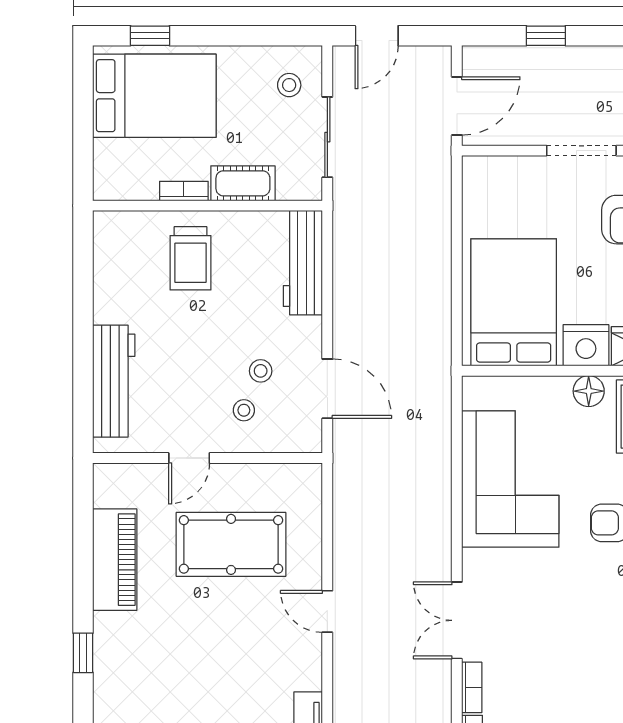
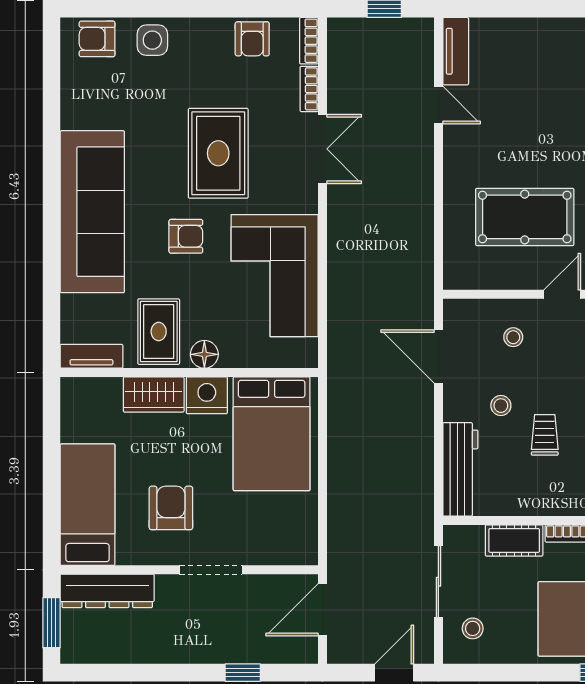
trolley: (191, 258) -> (545, 435), moved, width x0.73, depth x0.72
stool: (261, 371) -> (501, 406), moved
door: (327, 611) -> (438, 105), moved
rug: (573, 616) -> (218, 153), added

